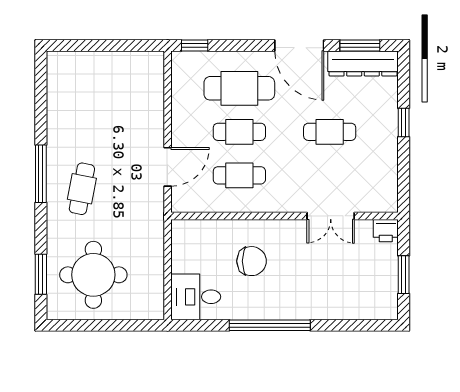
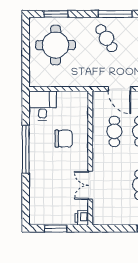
cafe table: (82, 189) -> (106, 38), turned 47
chair: (252, 261) -> (64, 139), turned -90

